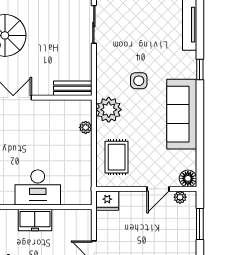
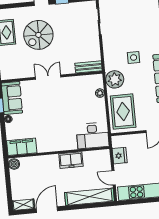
rug: (117, 157) -> (123, 112), width x1.36, depth x1.43
desk: (38, 187) -> (93, 135), moved
fridge: (107, 201) -> (120, 156), moved, turned -90

